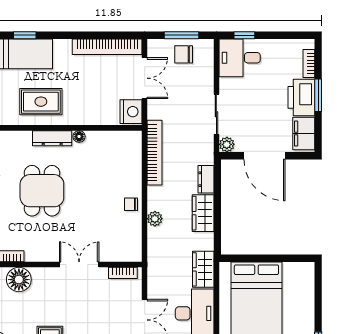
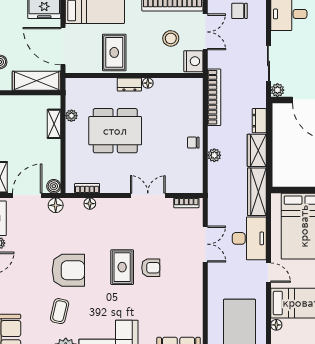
stool: (105, 86) -> (171, 38), added
rug: (41, 102) -> (114, 52), turned 90
dresser: (52, 138) -> (129, 85), width x0.70
dining table: (42, 191) -> (115, 131), width x1.38
wardrobe: (203, 269) -> (257, 192), width x1.50
floor lamp: (19, 280) -> (90, 204), width x0.53, depth x0.53

